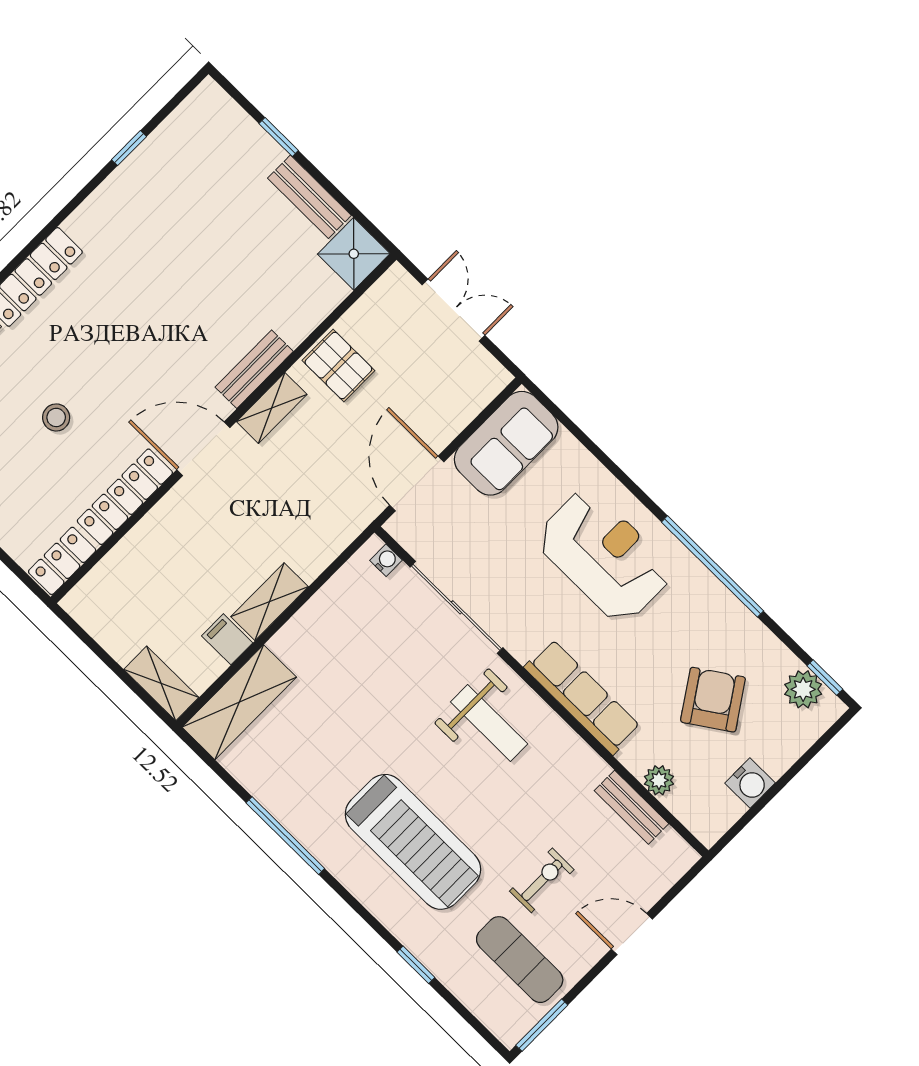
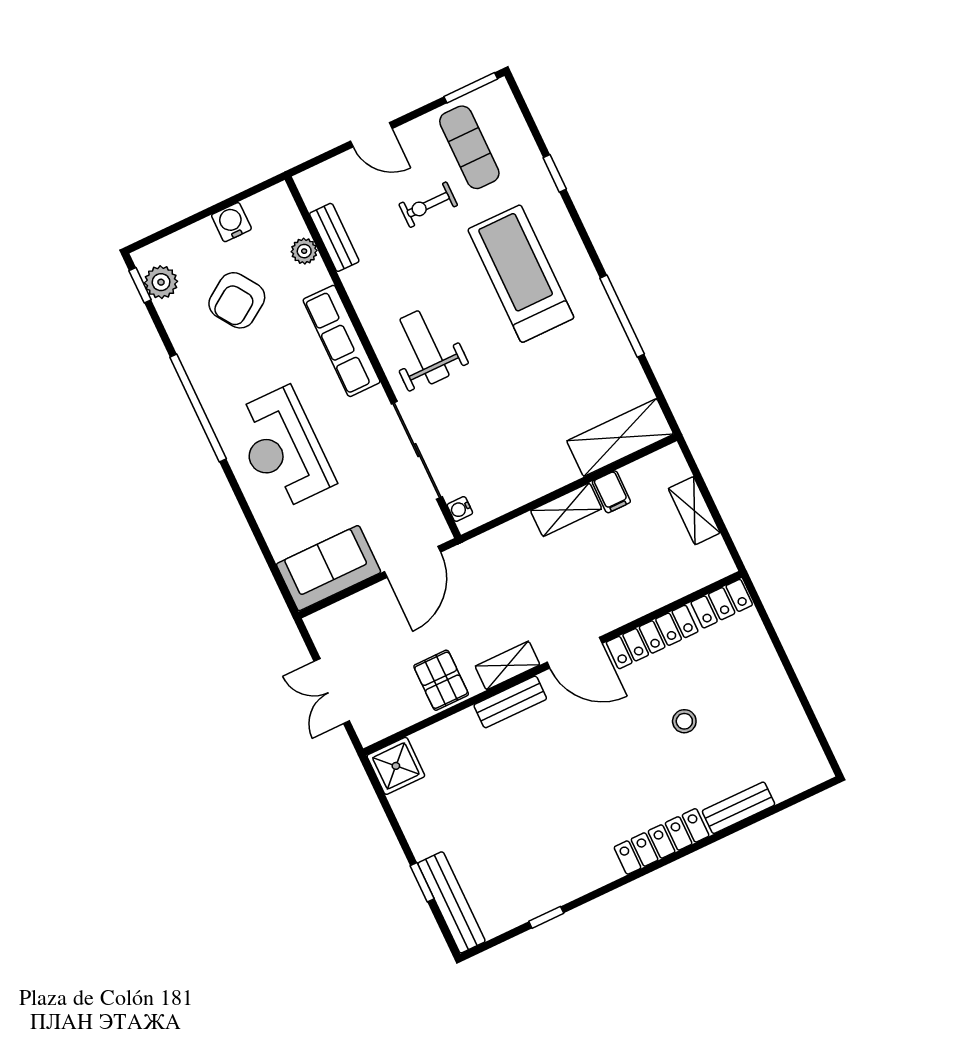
bench: (309, 197) -> (451, 902), moved, width x1.36
shelving: (161, 683) -> (694, 511), moved

